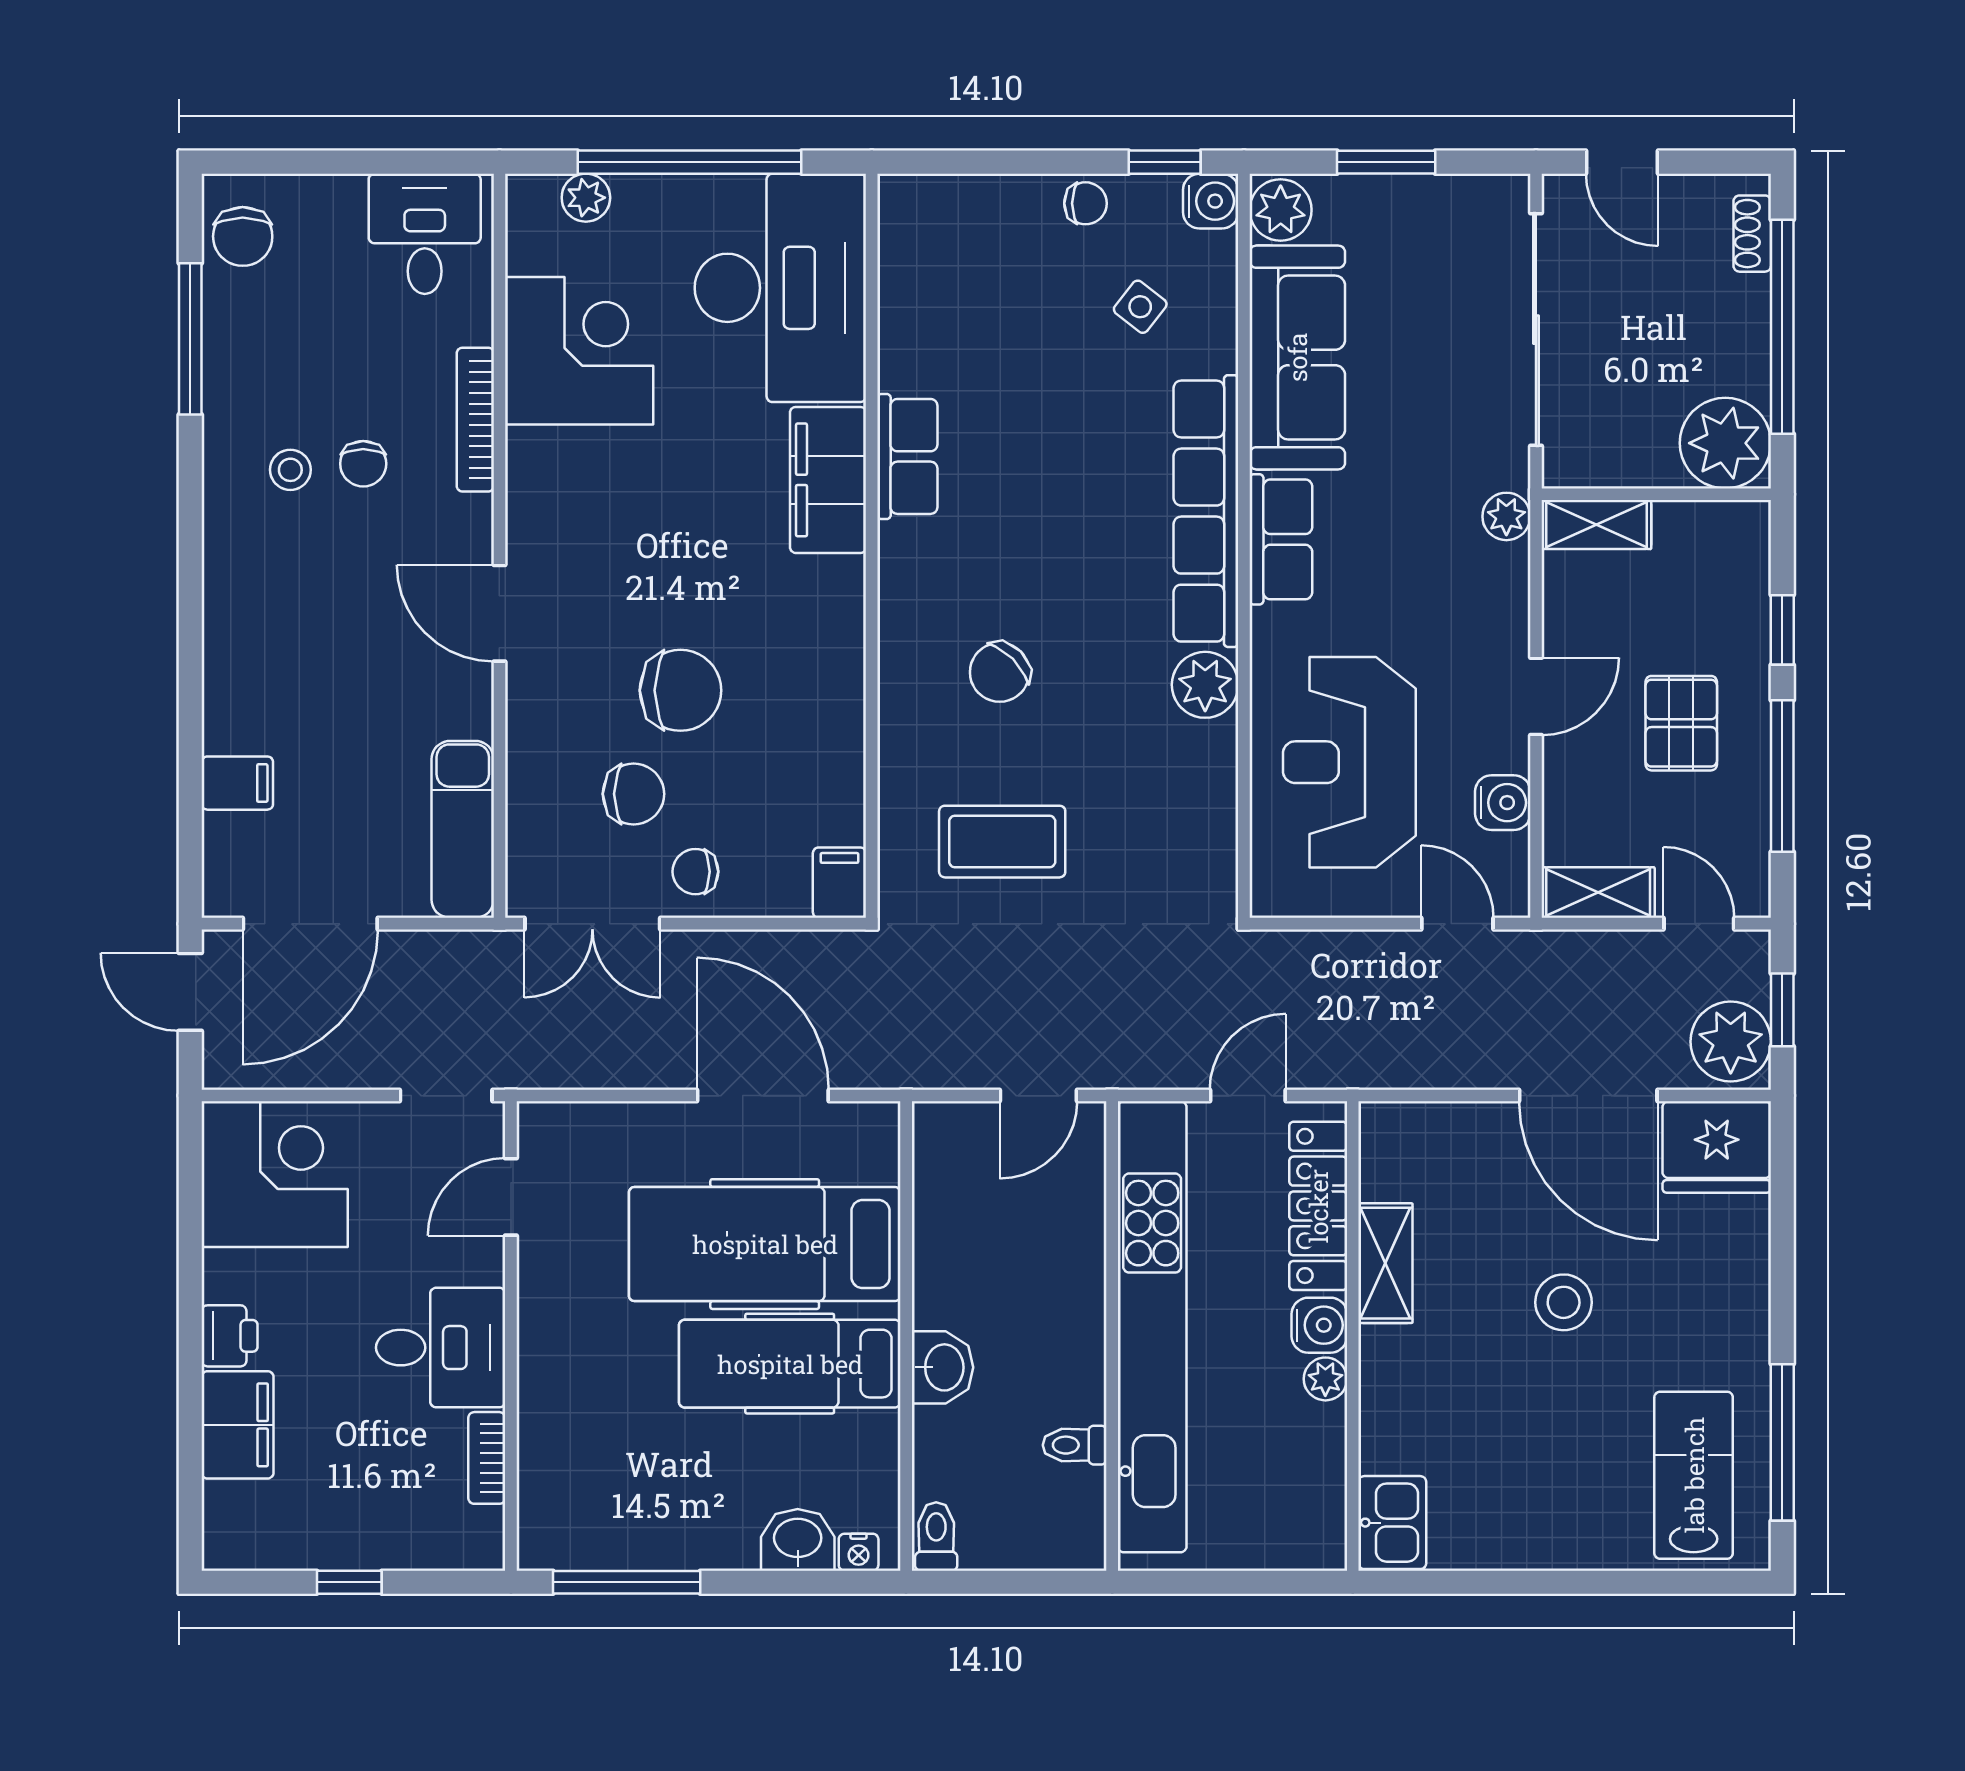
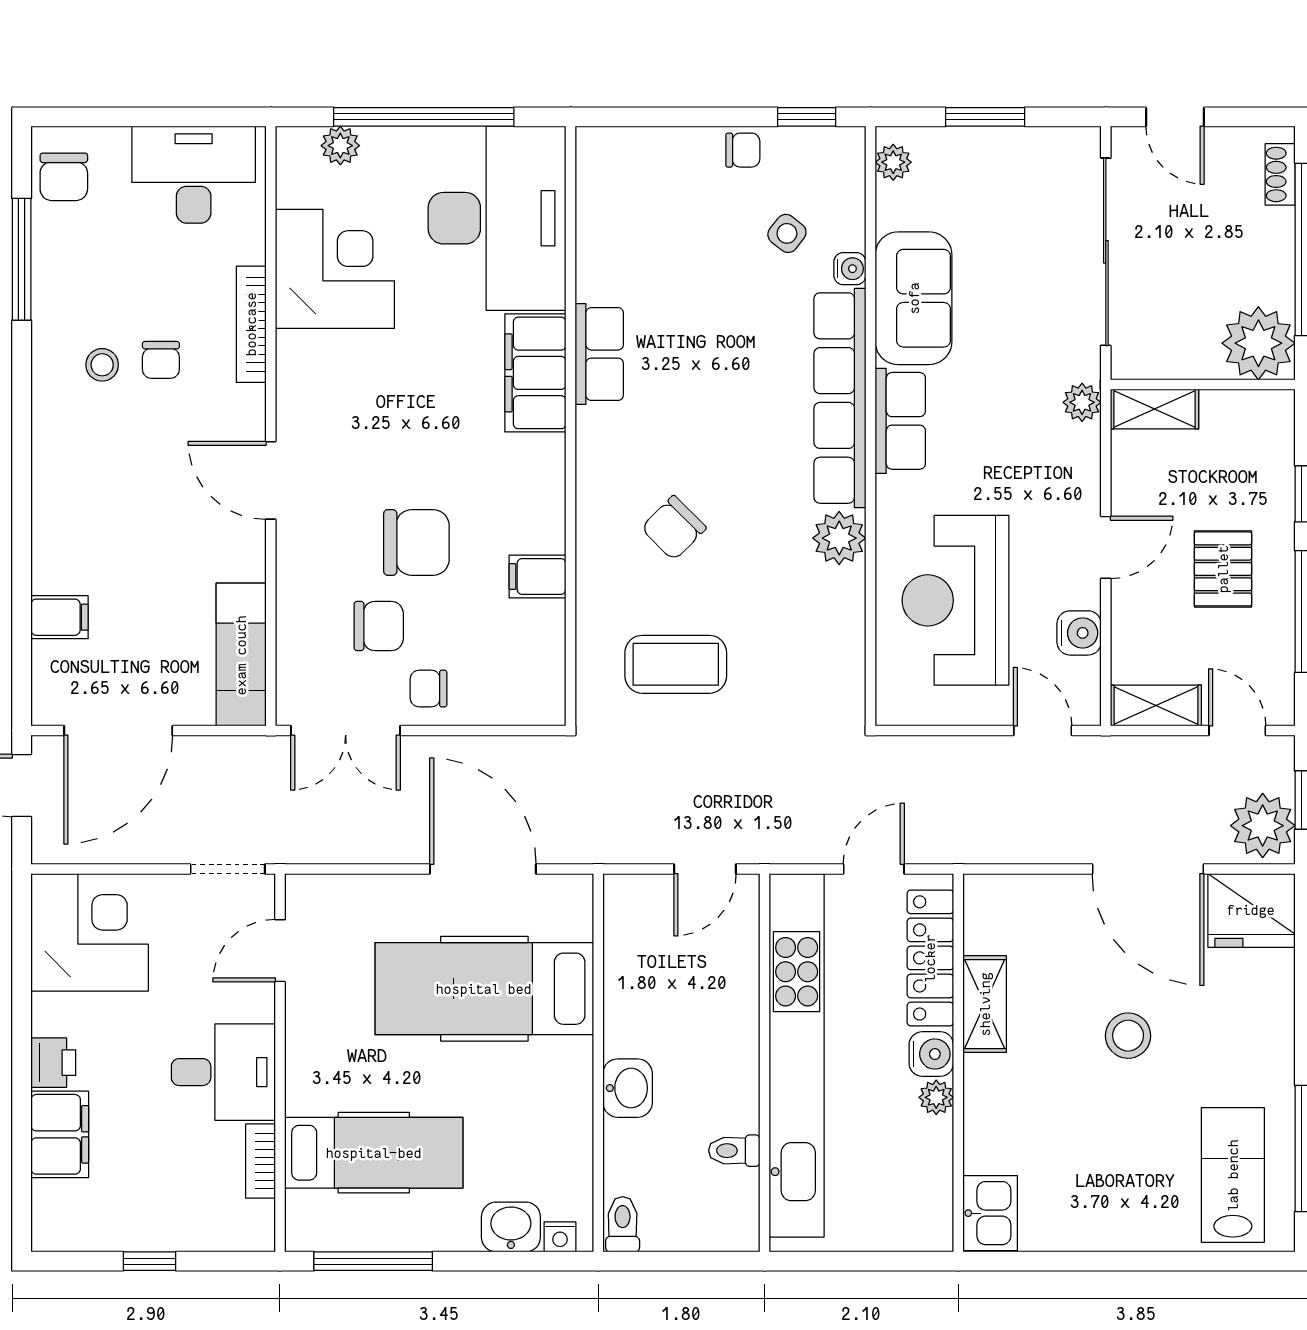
water cooler: (1211, 201) -> (850, 269), moved, width x0.72, depth x0.72
plant: (1281, 210) -> (893, 162), width x0.73, depth x0.73
desk: (425, 234) -> (194, 175), width x1.37
sofa: (1297, 357) -> (914, 298), width x0.73
filing cabinet: (839, 883) -> (538, 576), moved, turned -90
hospital bed: (790, 1364) -> (374, 1153), moved, turned 180

